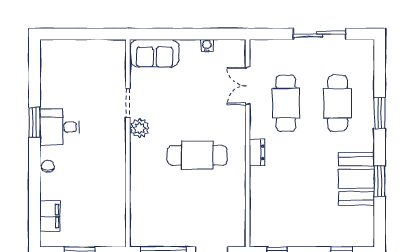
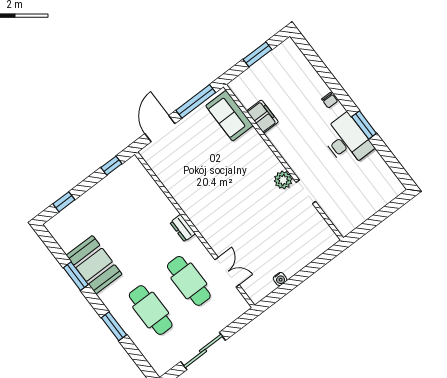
sofa: (155, 53) -> (229, 116), moved, turned -90
desk: (60, 127) -> (347, 141), width x1.37
cafe table: (197, 155) -> (225, 192), removed
filing cabinet: (50, 216) -> (262, 116), moved, turned 180

